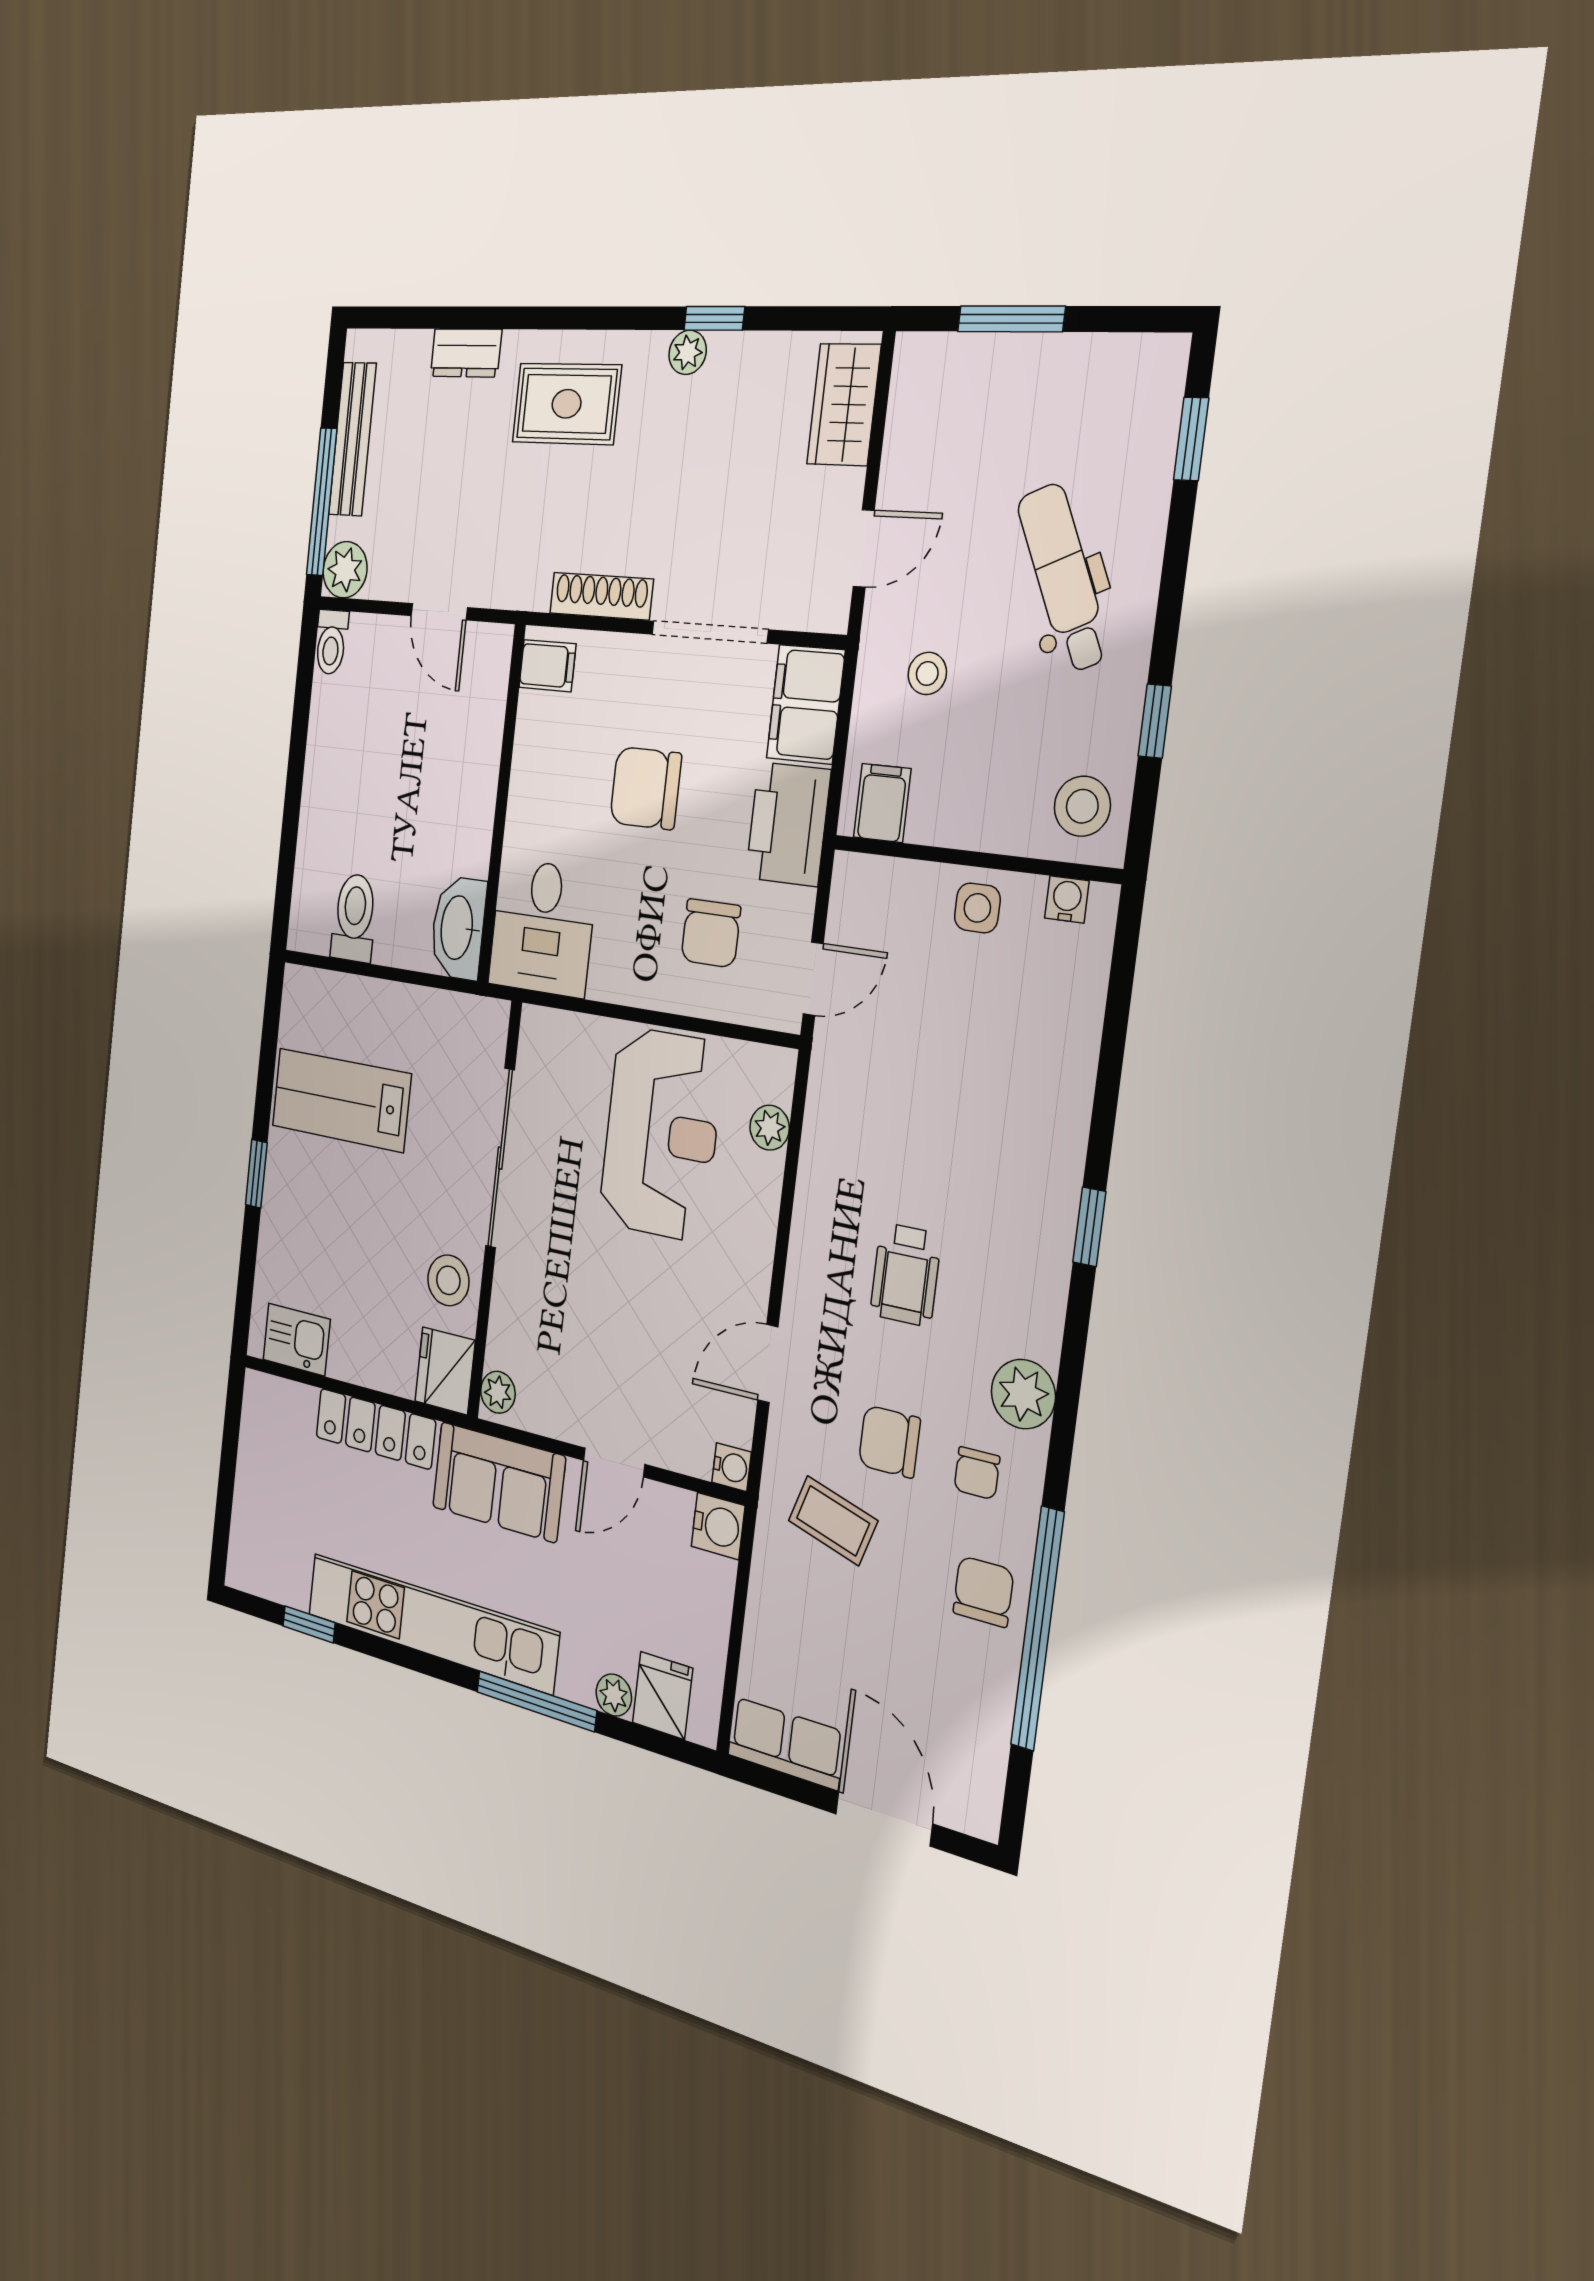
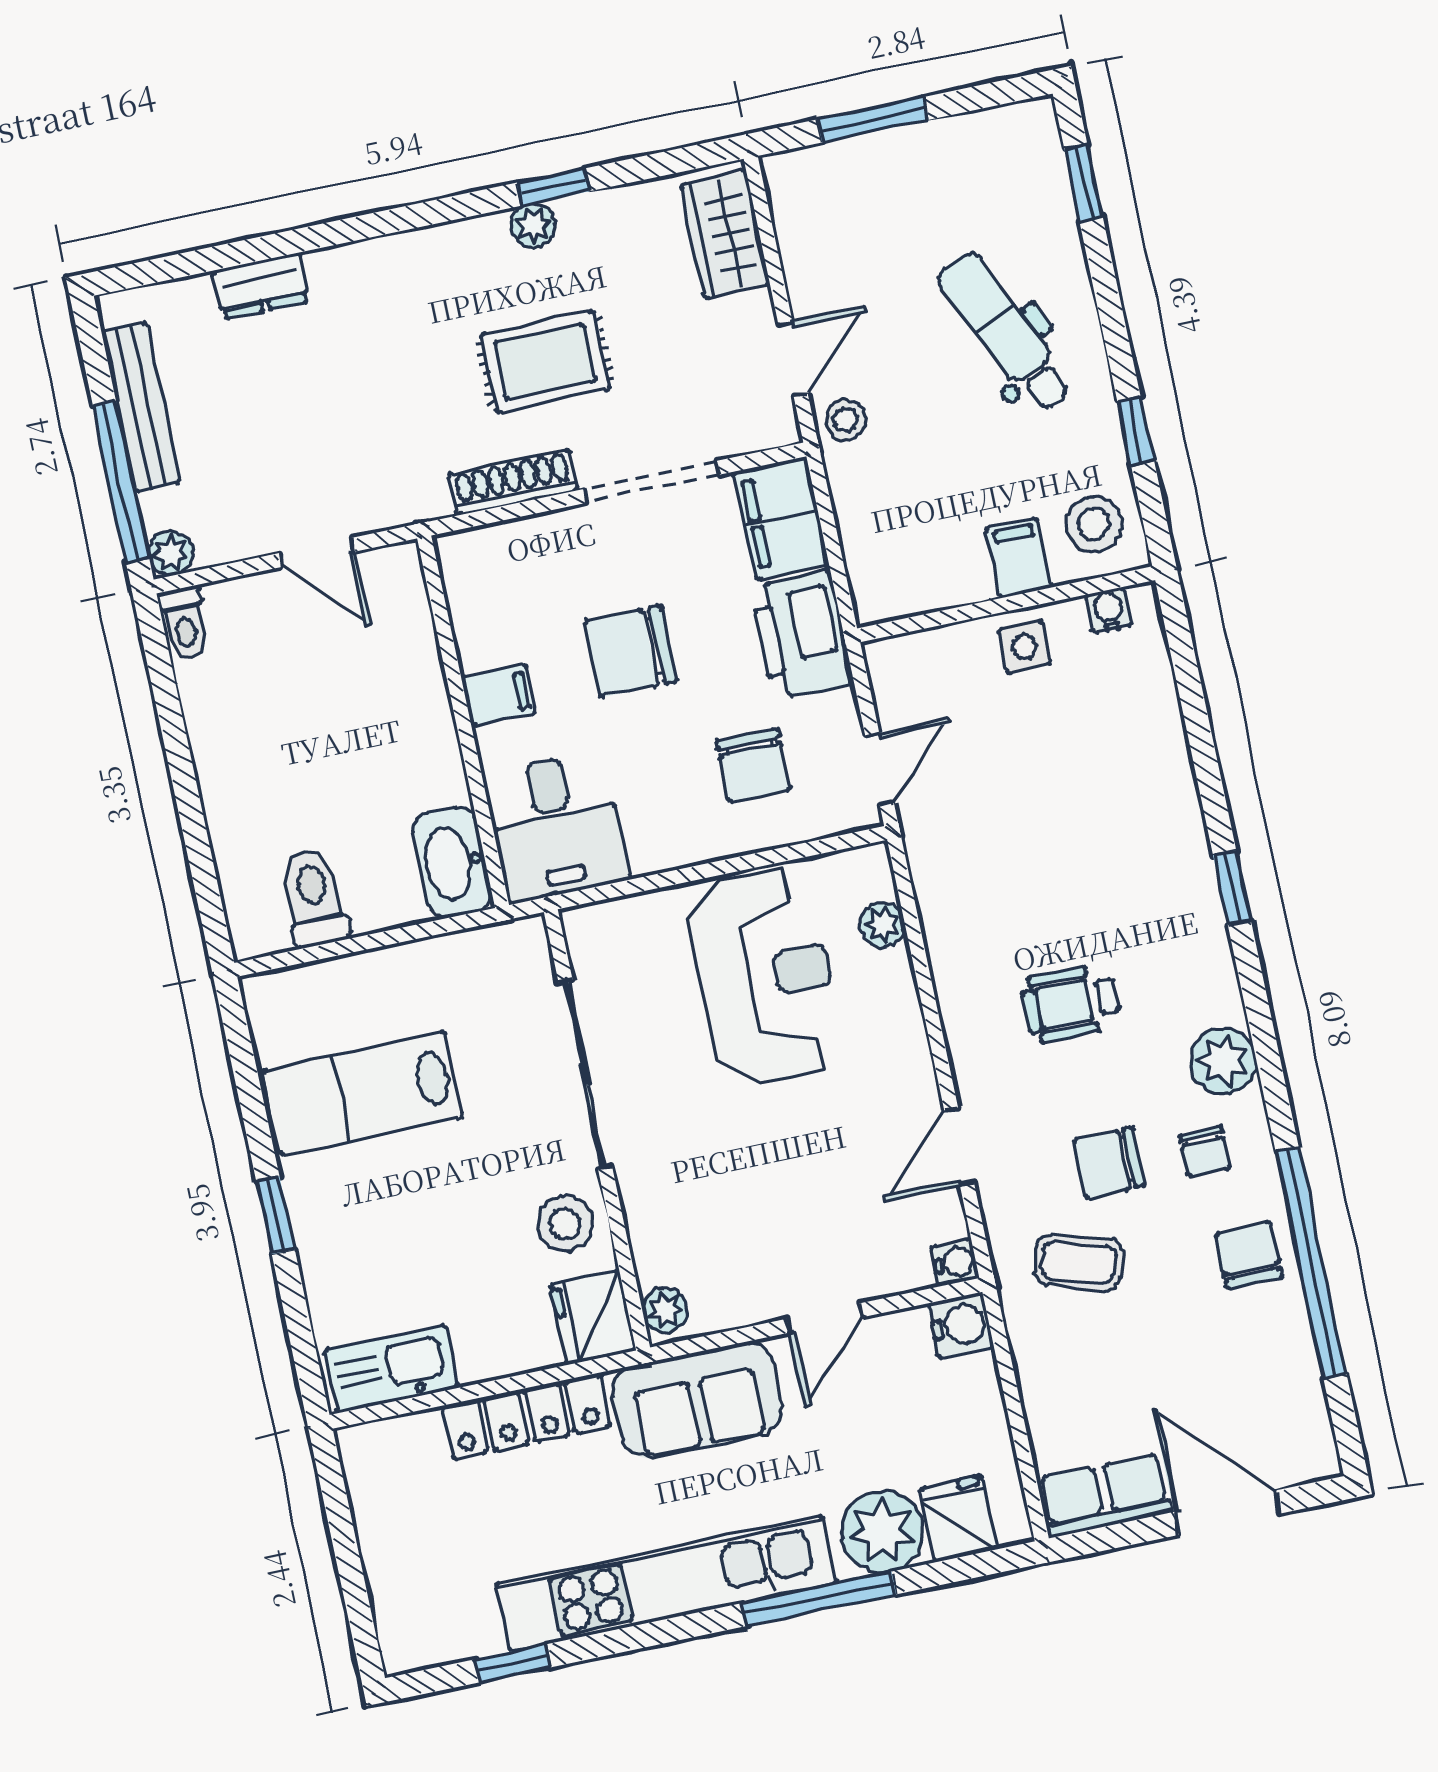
rug: (567, 404) -> (545, 362), moved
plant: (345, 570) -> (171, 553), width x0.73, depth x0.73
filing cabinet: (547, 666) -> (499, 695), moved
stool: (927, 673) -> (846, 420), moved
filing cabinet: (882, 803) -> (1019, 558), moved
wheelchair: (906, 1275) -> (1071, 1003), turned 90
kitchen sink: (297, 1340) -> (391, 1369), width x1.38
plant: (614, 1695) -> (882, 1532), width x1.88, depth x1.88

